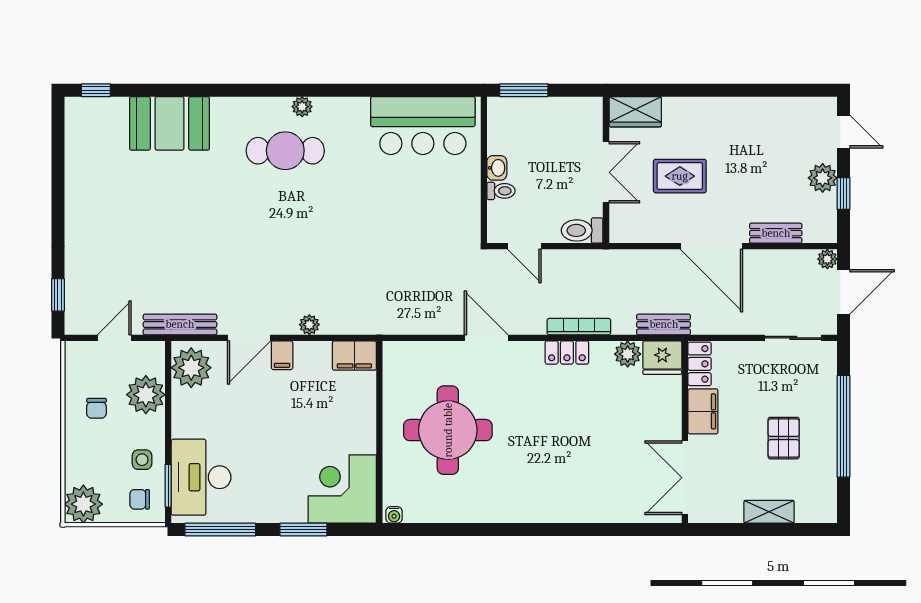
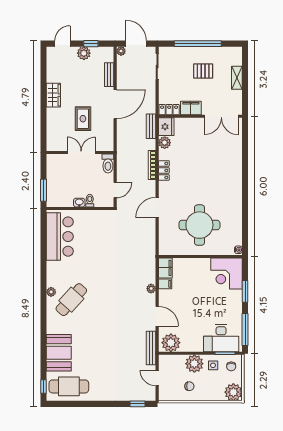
wardrobe: (635, 112) -> (53, 95), moved
cafe table: (96, 145) -> (69, 386), added
cafe table: (285, 151) -> (71, 300), turned 42
filing cabinet: (282, 355) -> (165, 284), moved
plant: (146, 395) -> (194, 364), moved

